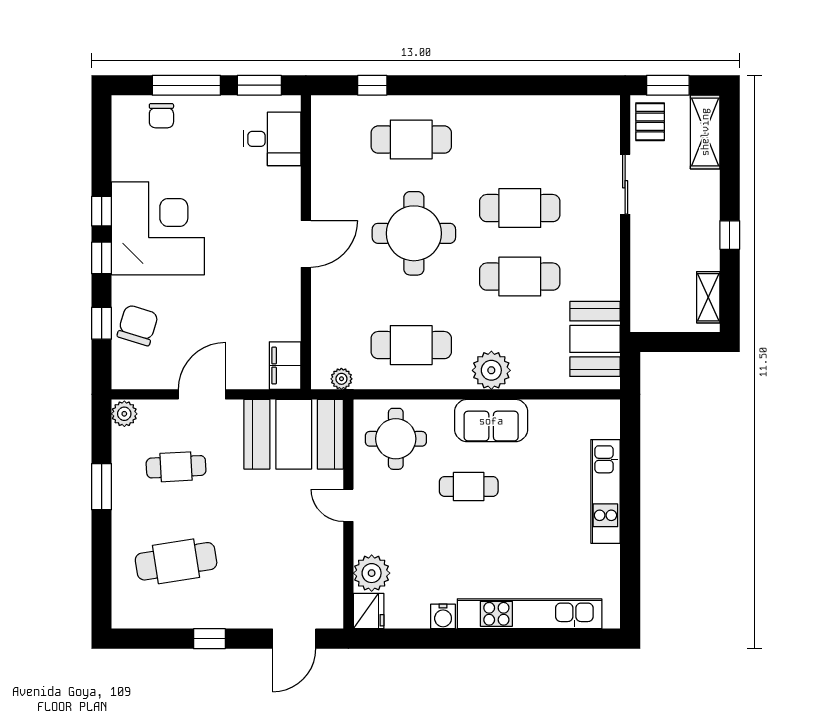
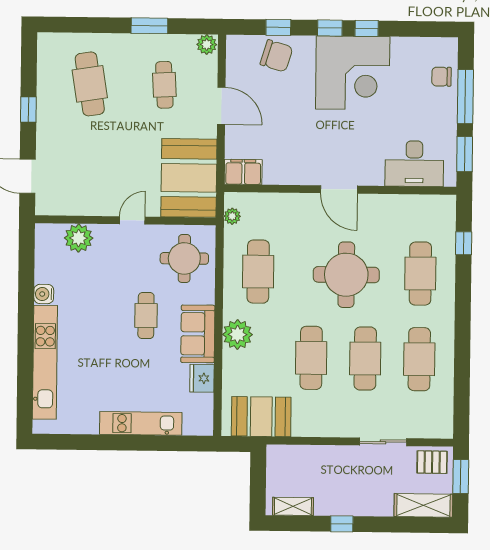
desk: (272, 139) -> (414, 164), width x1.37
cafe table: (520, 140) -> (419, 359), added
fridge: (369, 611) -> (202, 378), moved, turned 90

